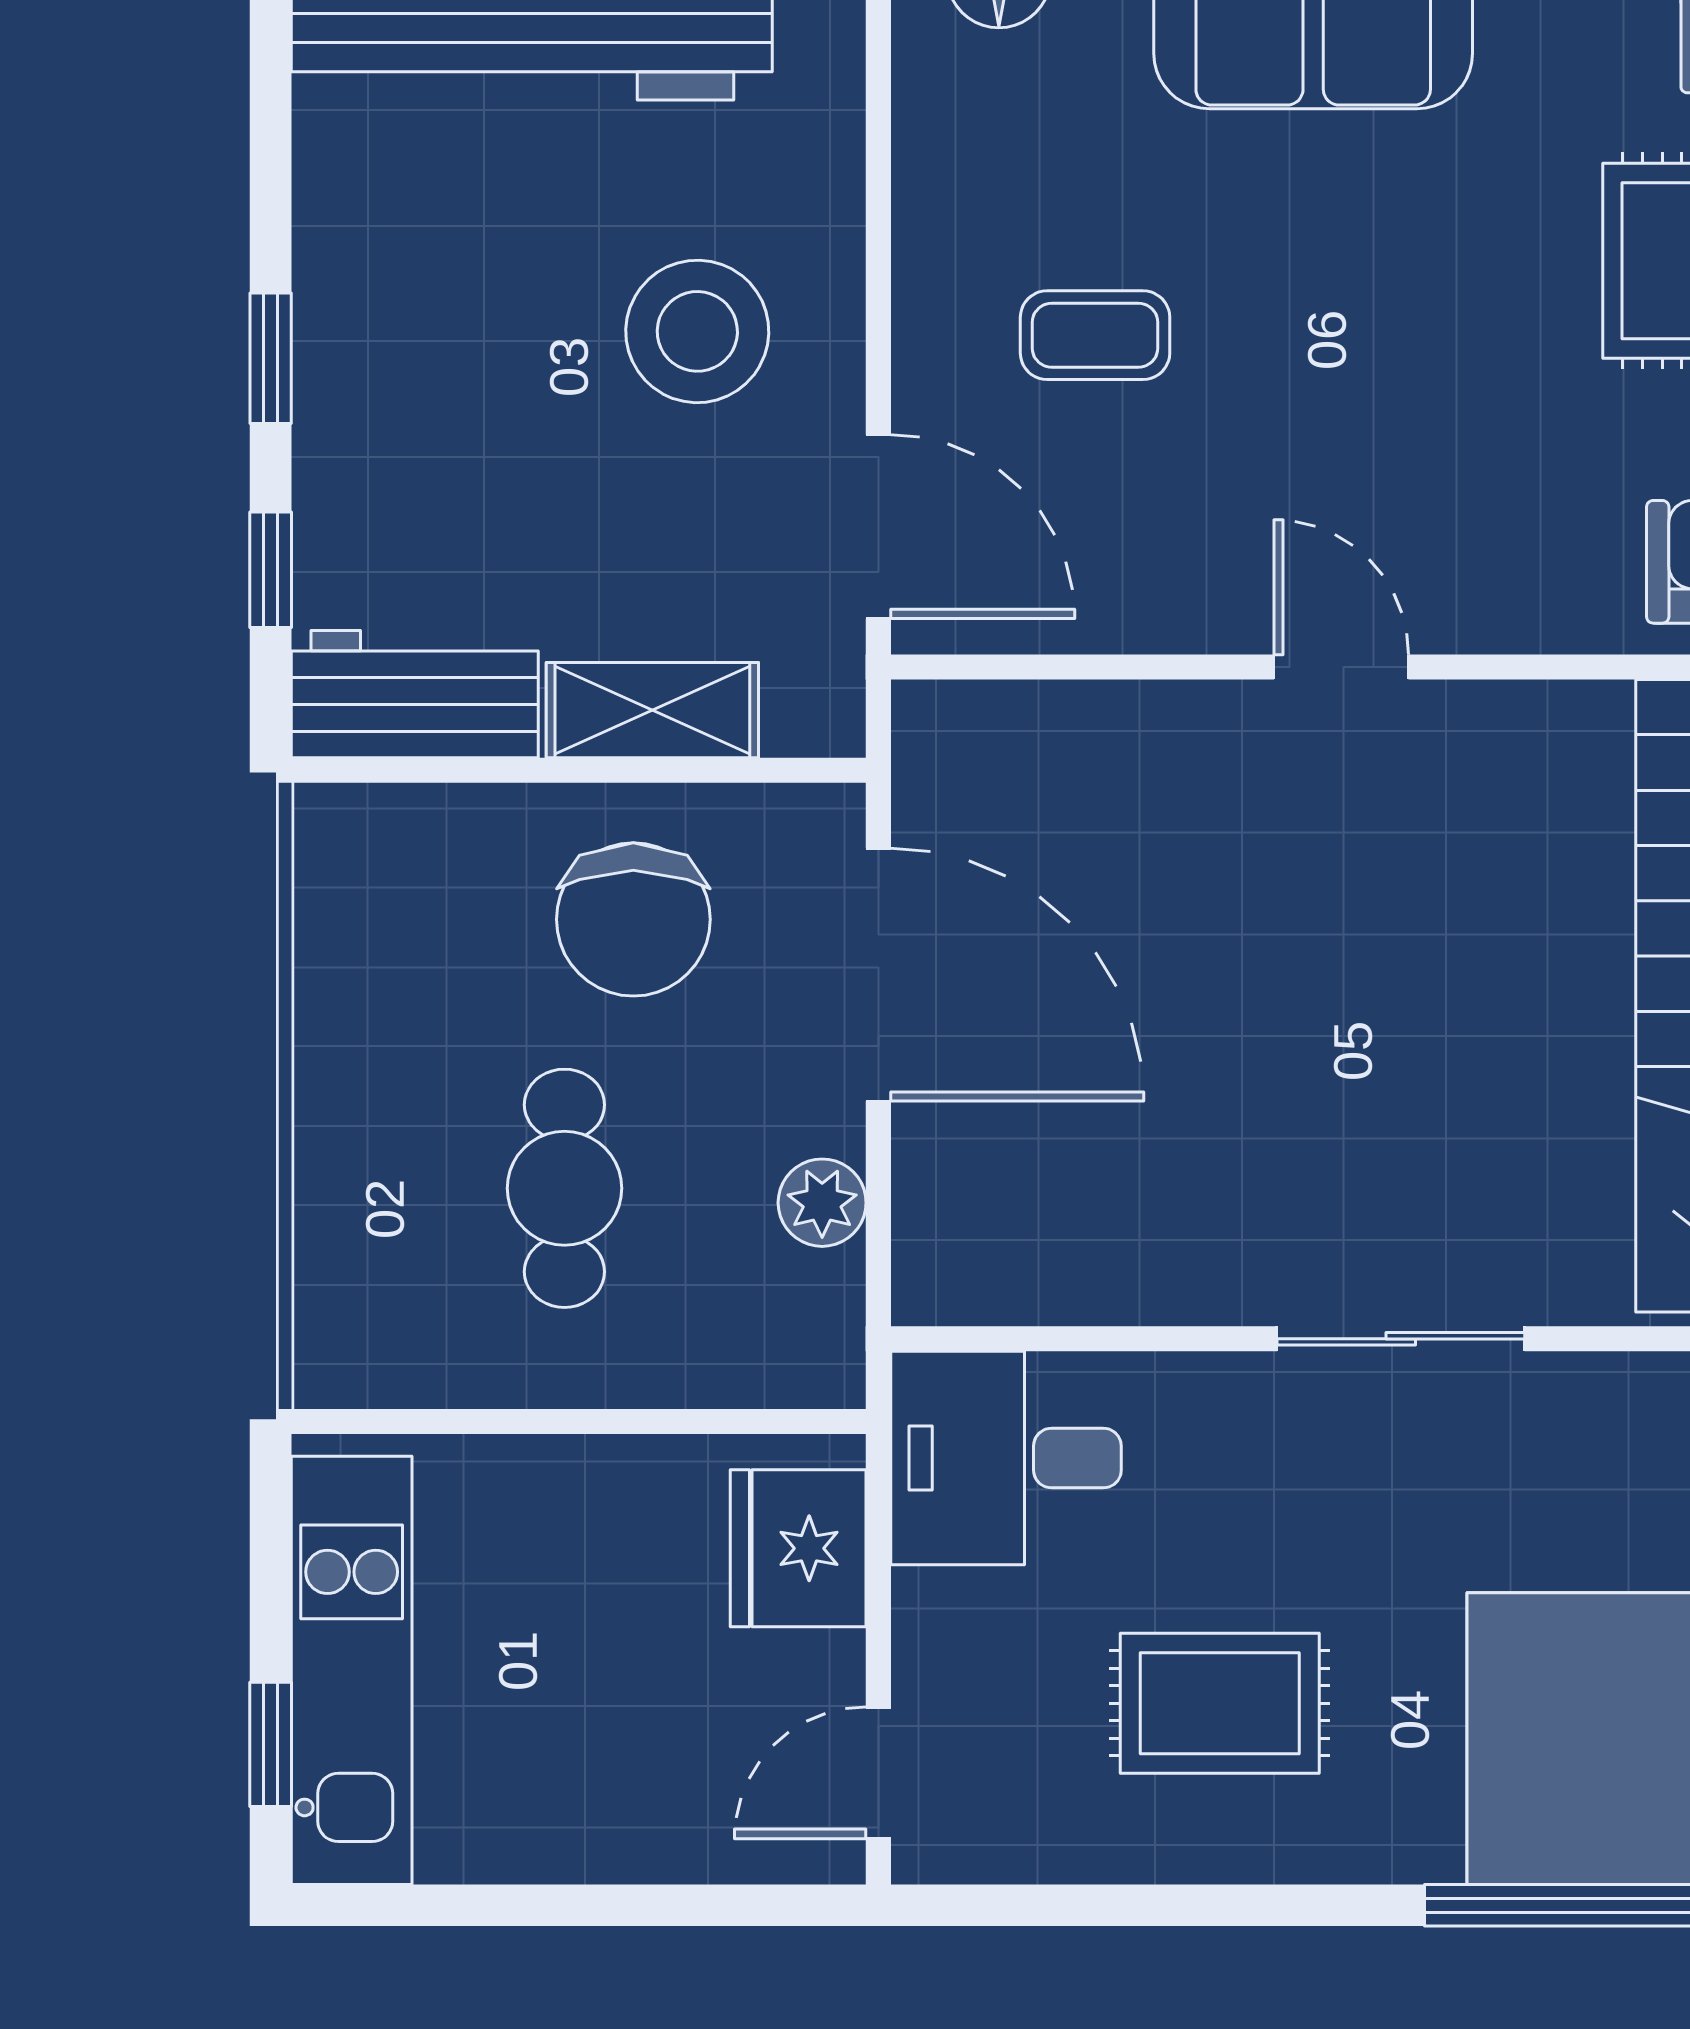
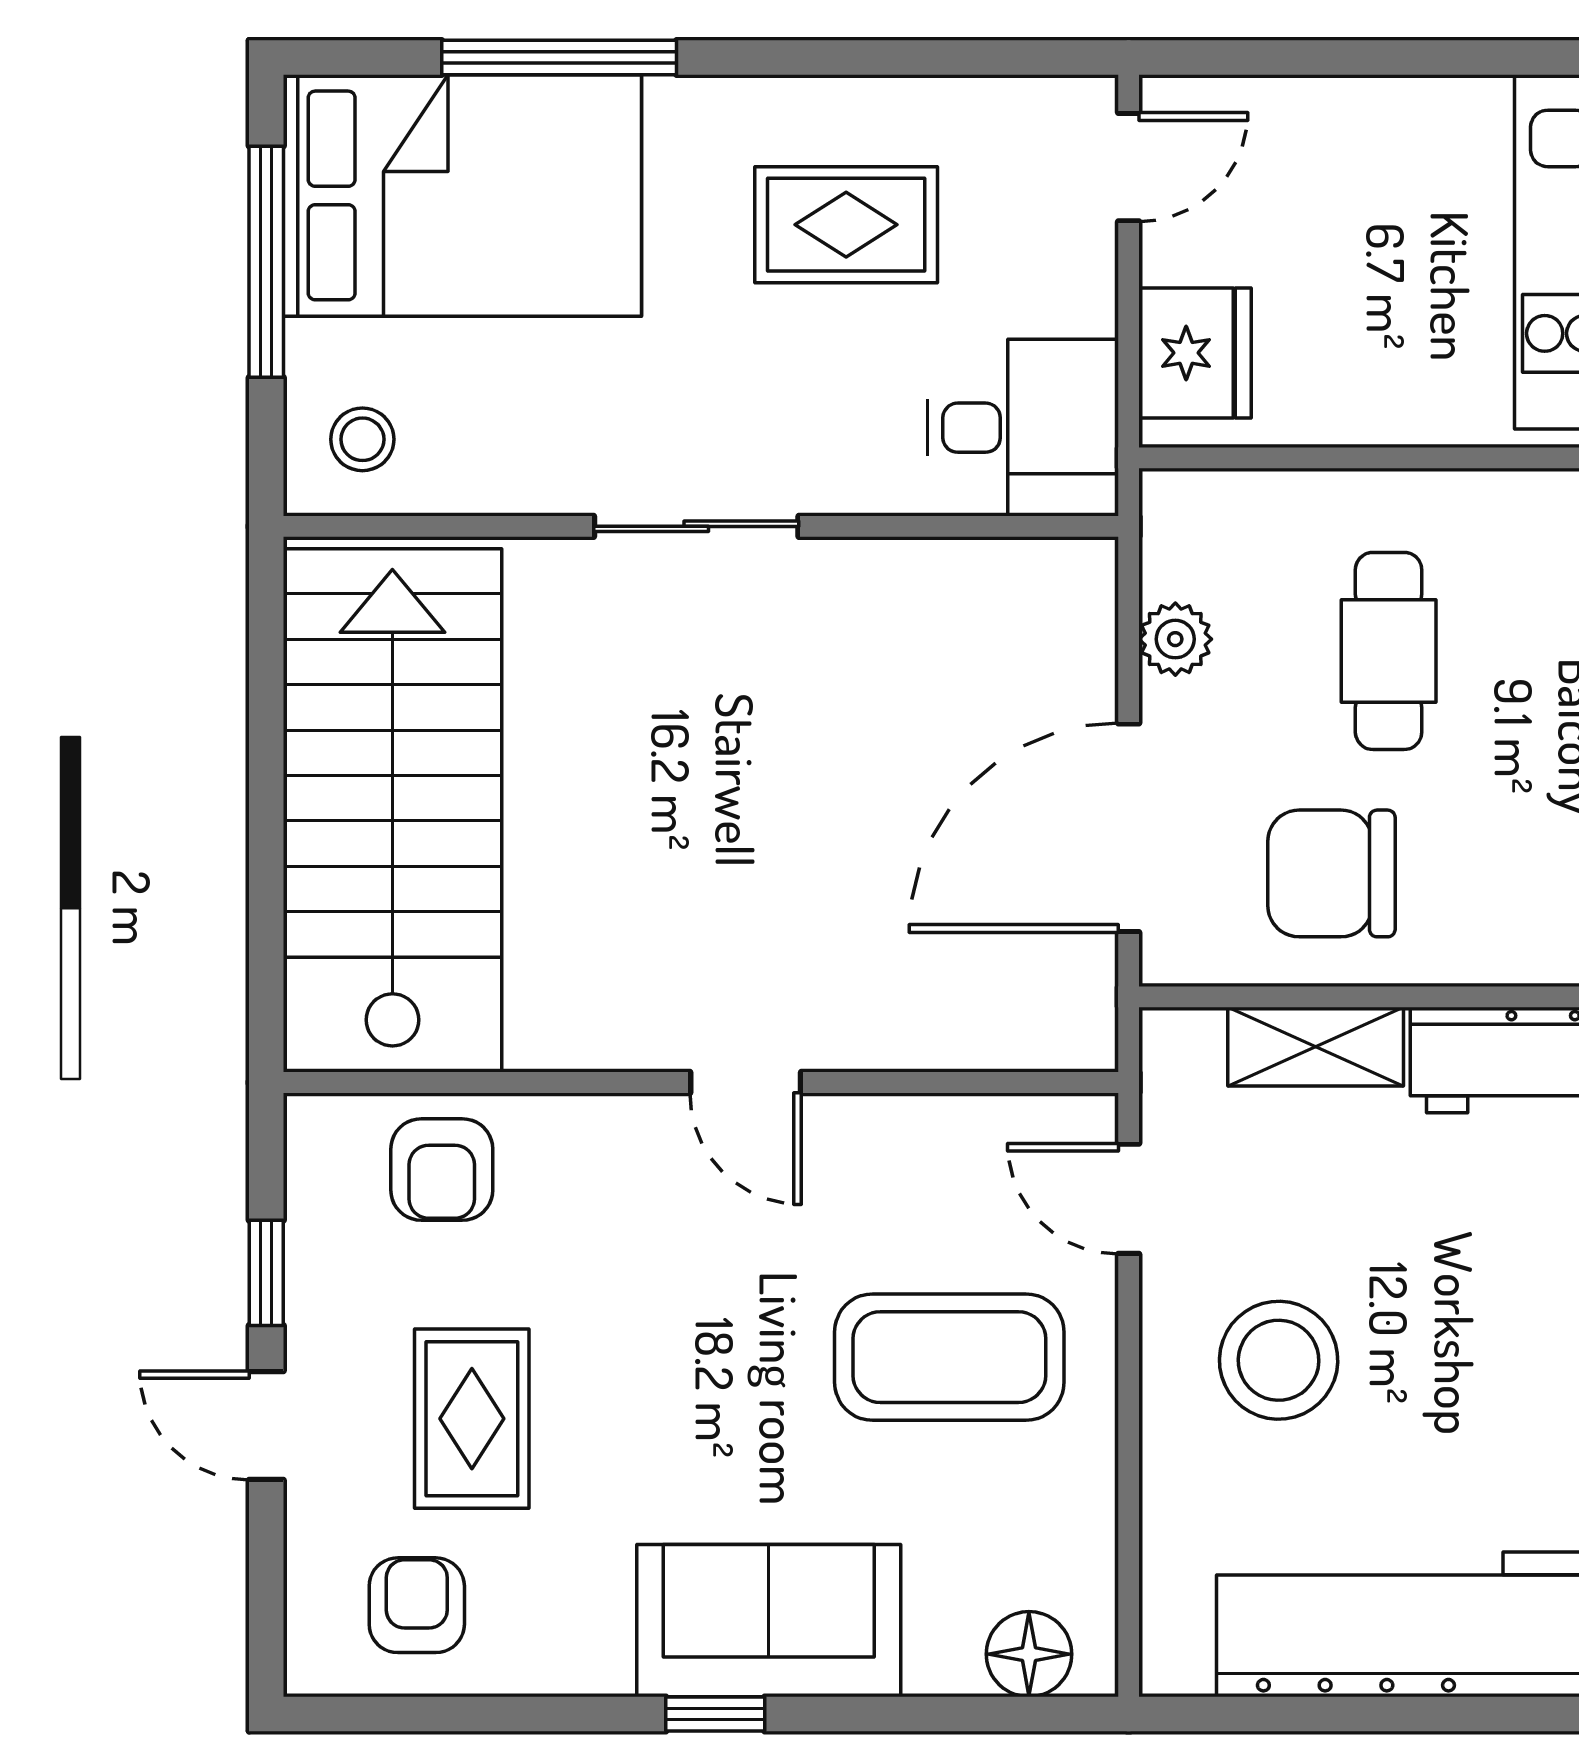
coffee table: (1095, 335) -> (949, 1357), width x1.86, depth x1.72
door: (878, 527) -> (1129, 1199), width x0.73
chair: (633, 919) -> (1331, 873), turned -90
door: (878, 975) -> (1129, 828), hinge flipped

